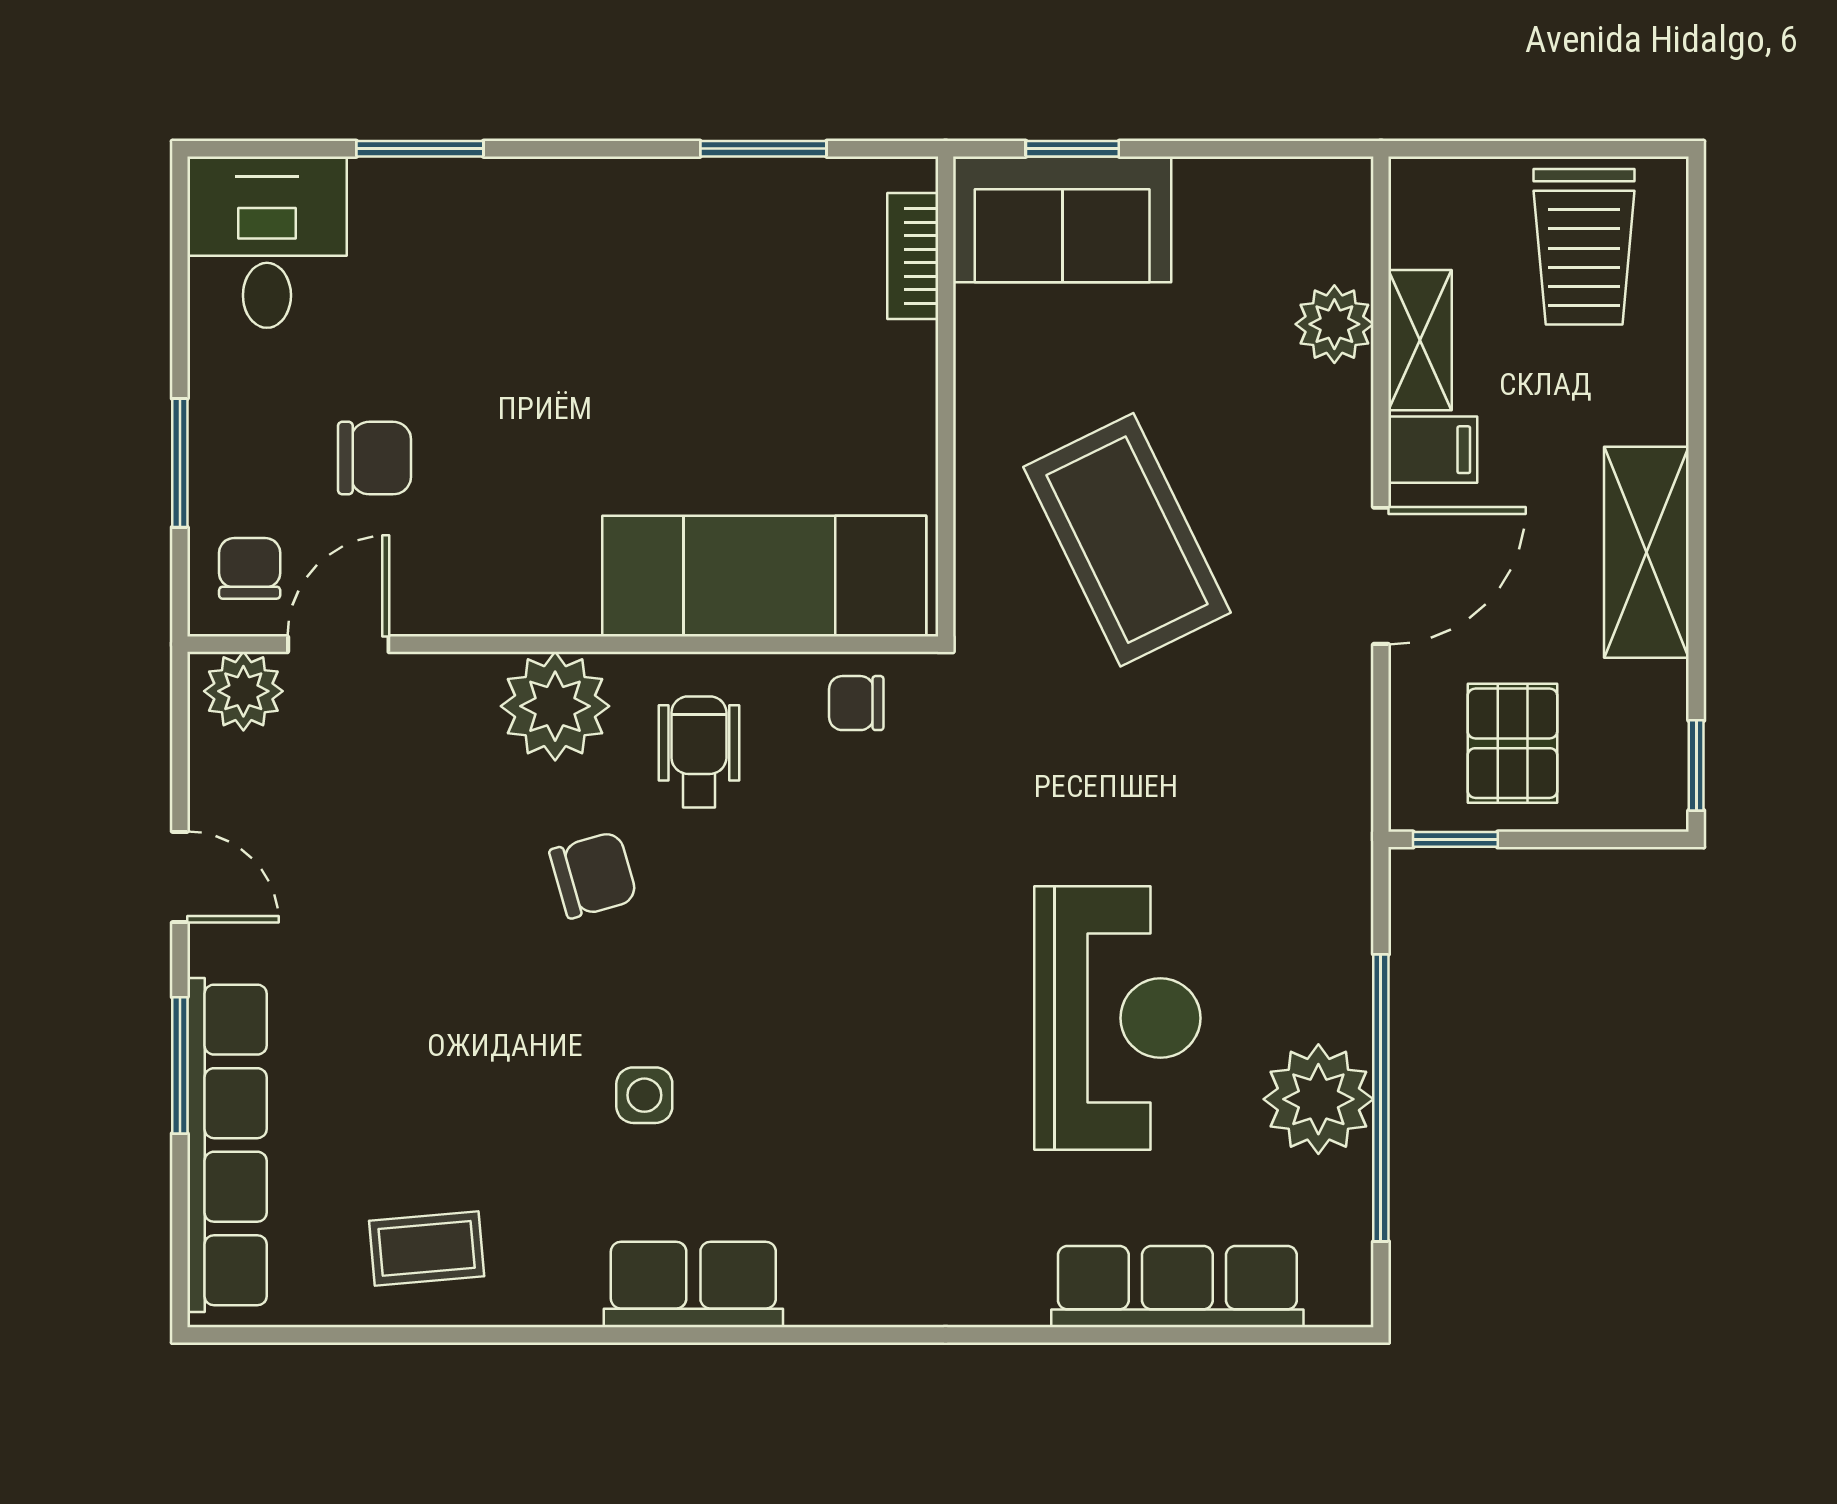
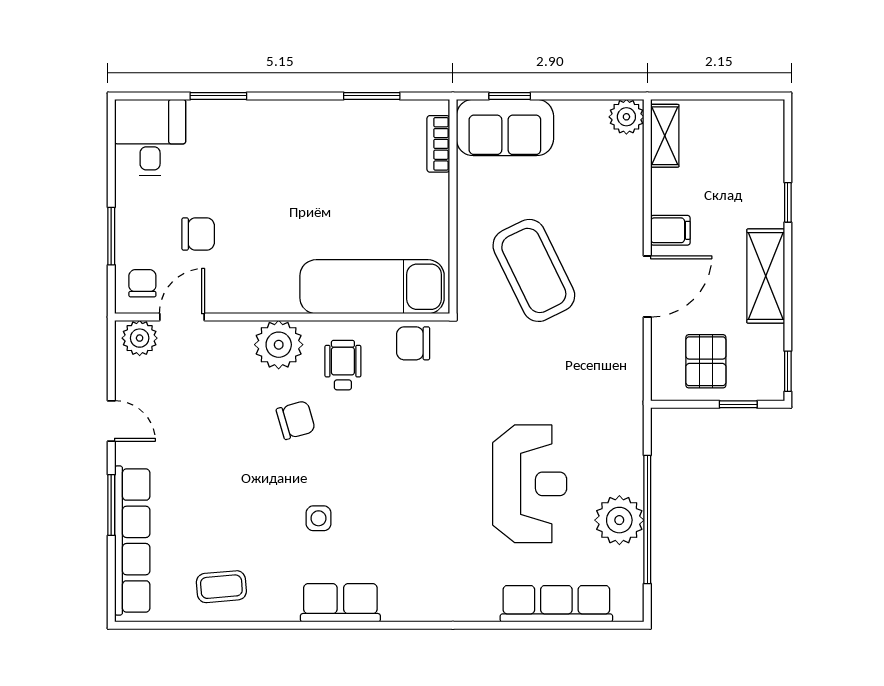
trolley: (1584, 247) -> (738, 140), removed
plant: (1334, 324) -> (626, 117), moved
shelving: (1420, 340) -> (665, 136), moved
window: (1696, 387) -> (788, 202), added
chair: (856, 703) -> (413, 343), width x1.37, depth x1.37
window: (1455, 839) -> (738, 404), moved

